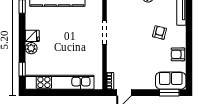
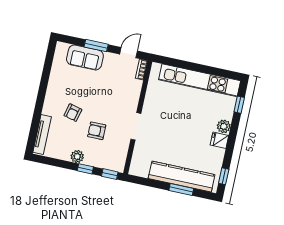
armchair: (178, 54) -> (97, 131), moved, turned 180
sofa: (171, 81) -> (85, 57), moved
window: (169, 93) -> (96, 46), moved

